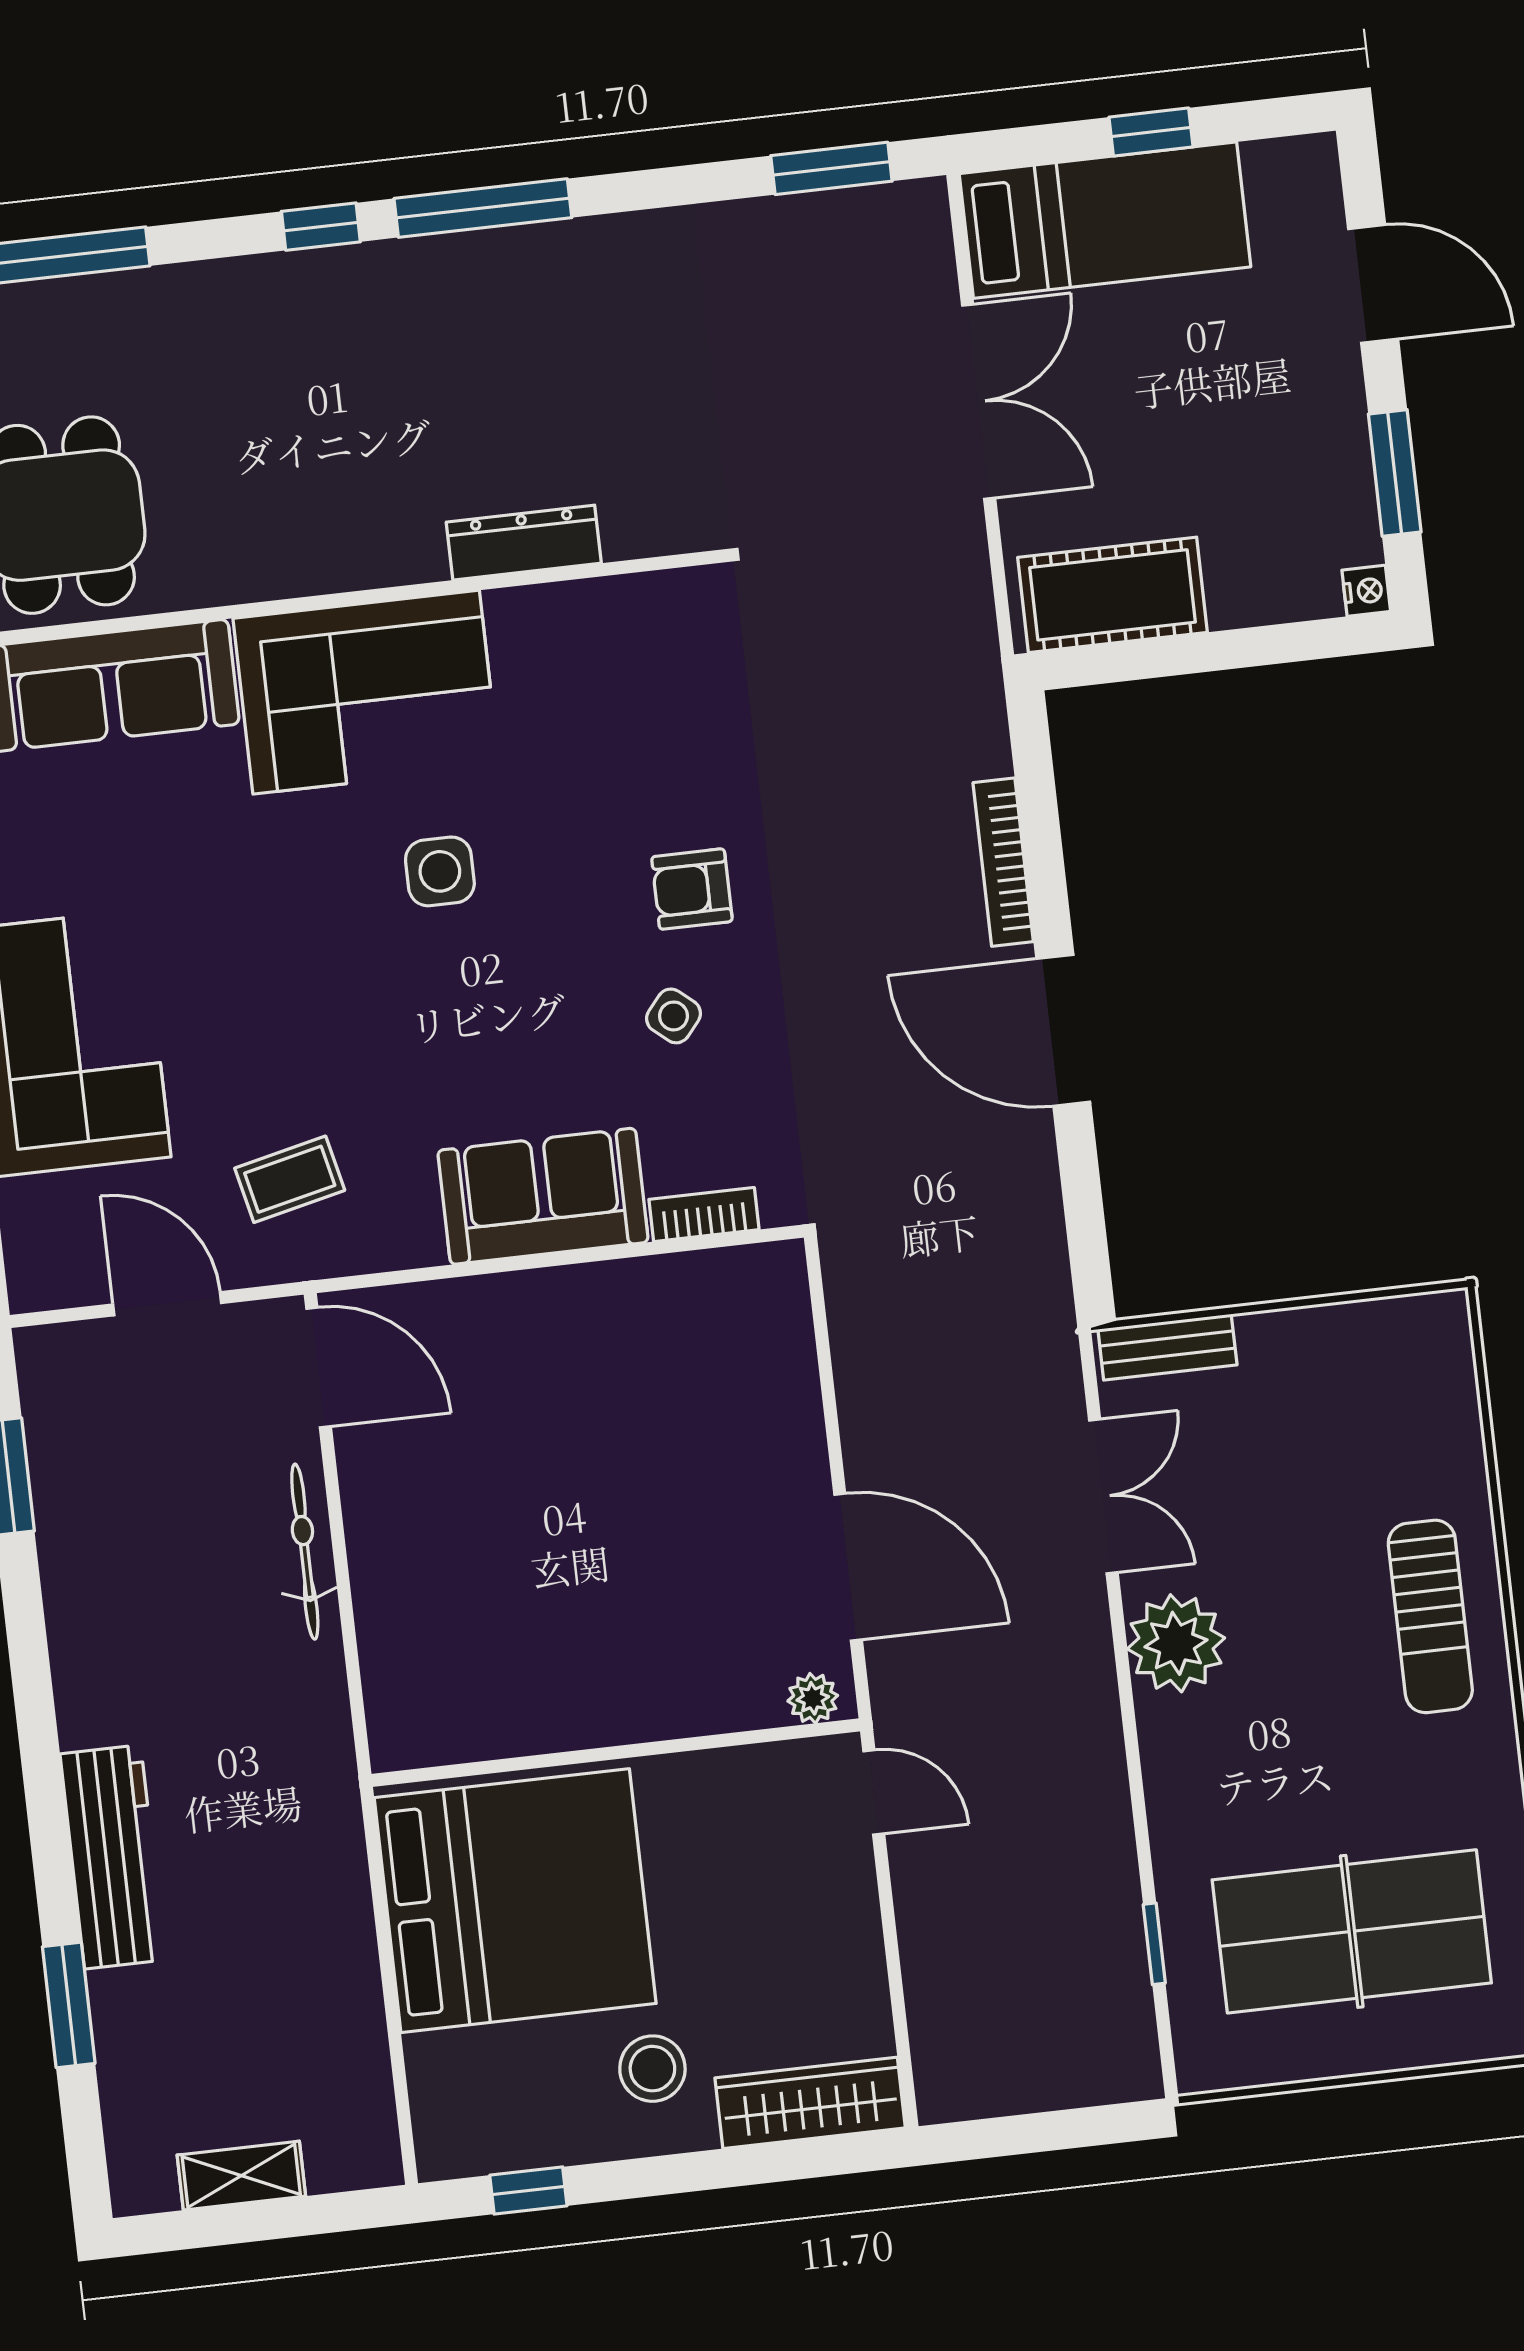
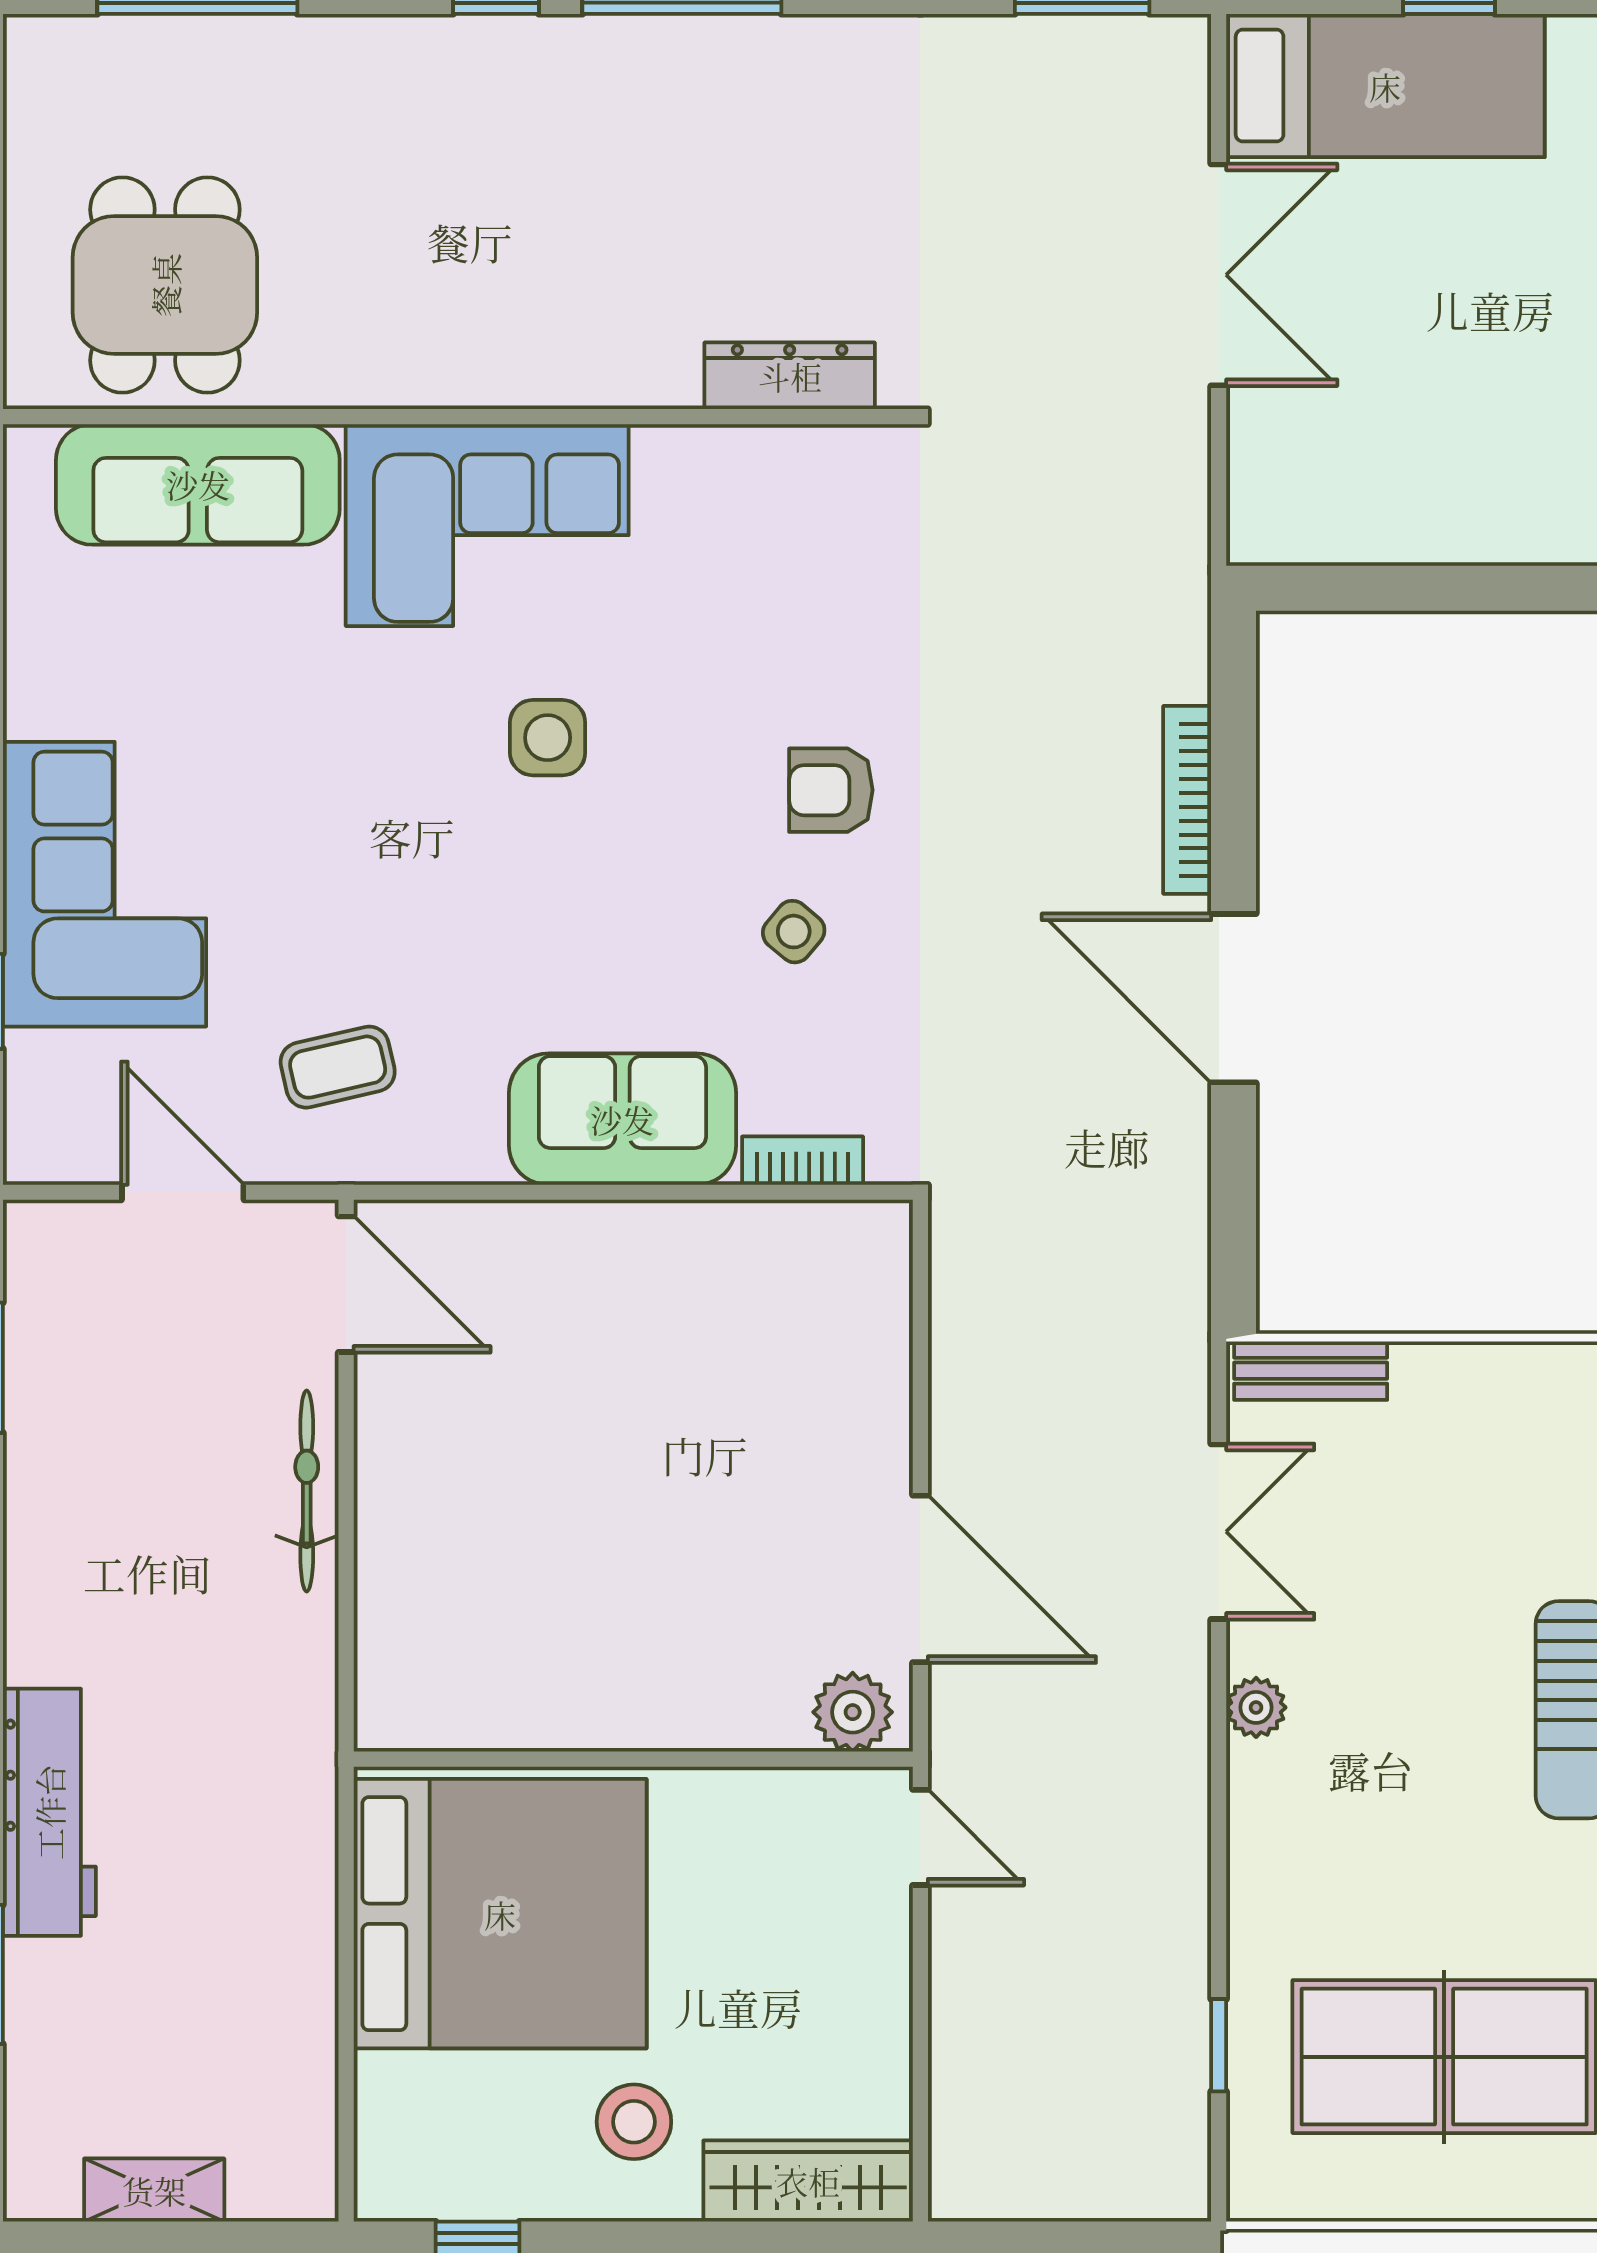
dresser: (524, 543) -> (790, 376), moved
cot: (1112, 595) -> (1346, 511), removed
plant: (1176, 1643) -> (1256, 1707), width x0.53, depth x0.53
plant: (813, 1698) -> (853, 1712), width x1.38, depth x1.38

